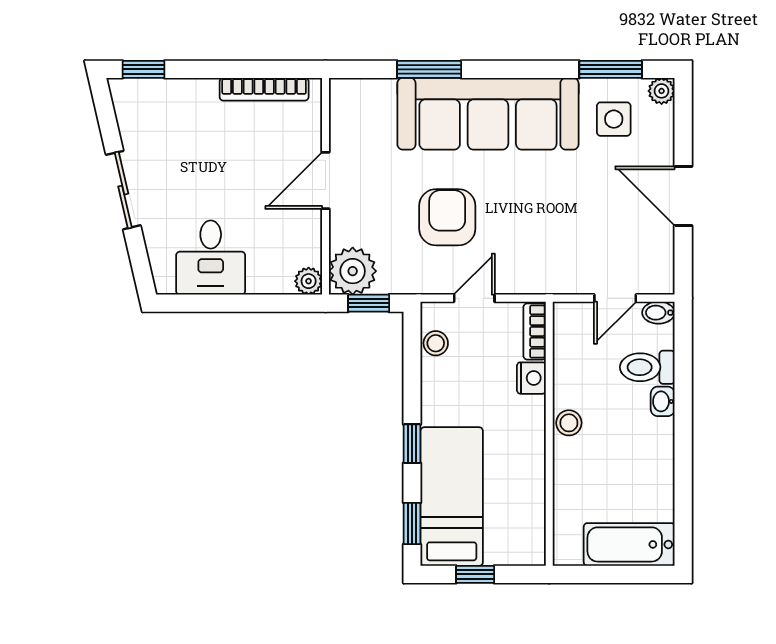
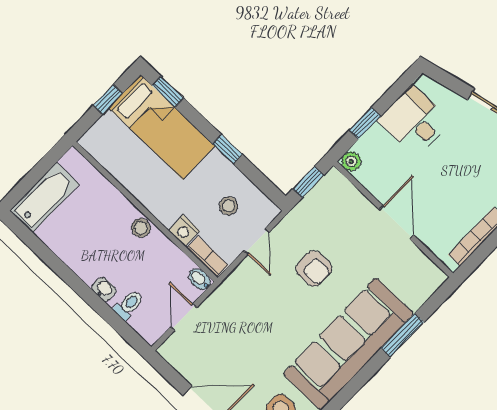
armchair: (447, 217) -> (314, 269), width x0.72, depth x0.72
plant: (353, 271) -> (334, 190), removed
window: (259, 303) -> (365, 123), added
bidet: (658, 313) -> (200, 279), moved, turned -90
stool: (436, 343) -> (229, 206), moved
toilet: (647, 367) -> (129, 305), width x0.73, depth x0.72
window: (412, 444) -> (227, 149), moved

